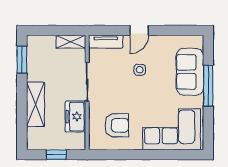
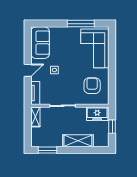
door: (139, 30) -> (28, 70), hinge flipped
sofa: (190, 72) -> (40, 43), moved, turned -90
window: (208, 86) -> (81, 24), moved
freezer: (75, 117) -> (97, 114), moved

